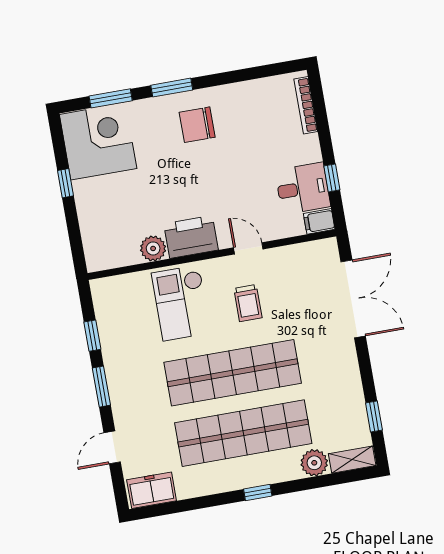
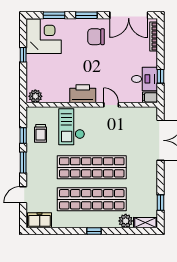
double door: (252, 73) -> (129, 15), added
plant: (153, 248) -> (35, 96), moved
trolley: (248, 303) -> (41, 133), moved

